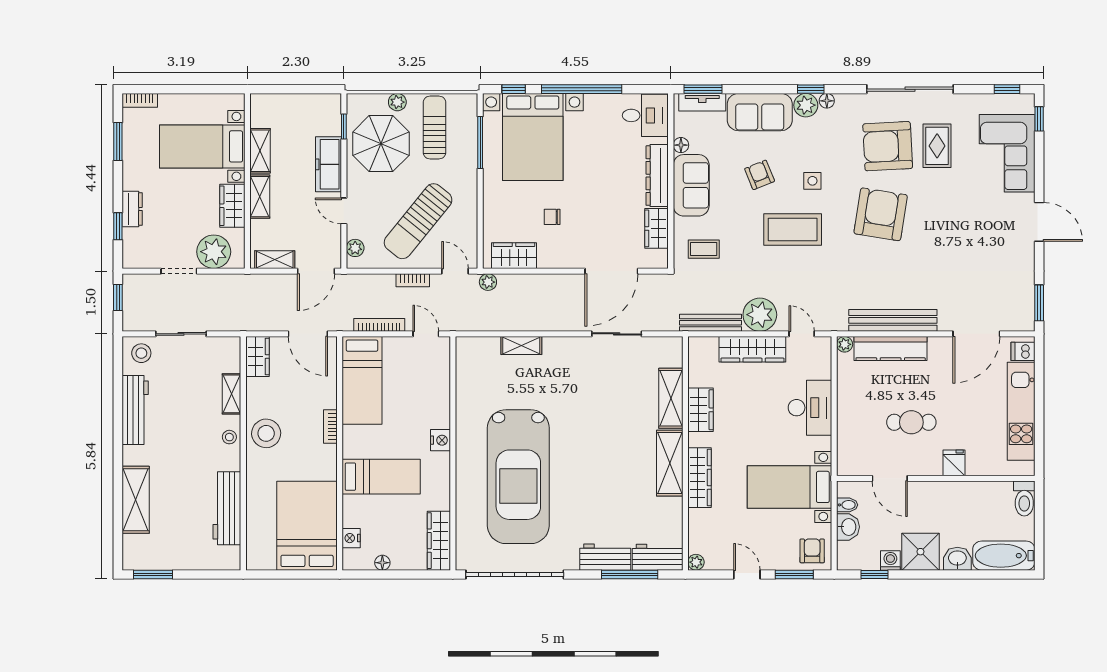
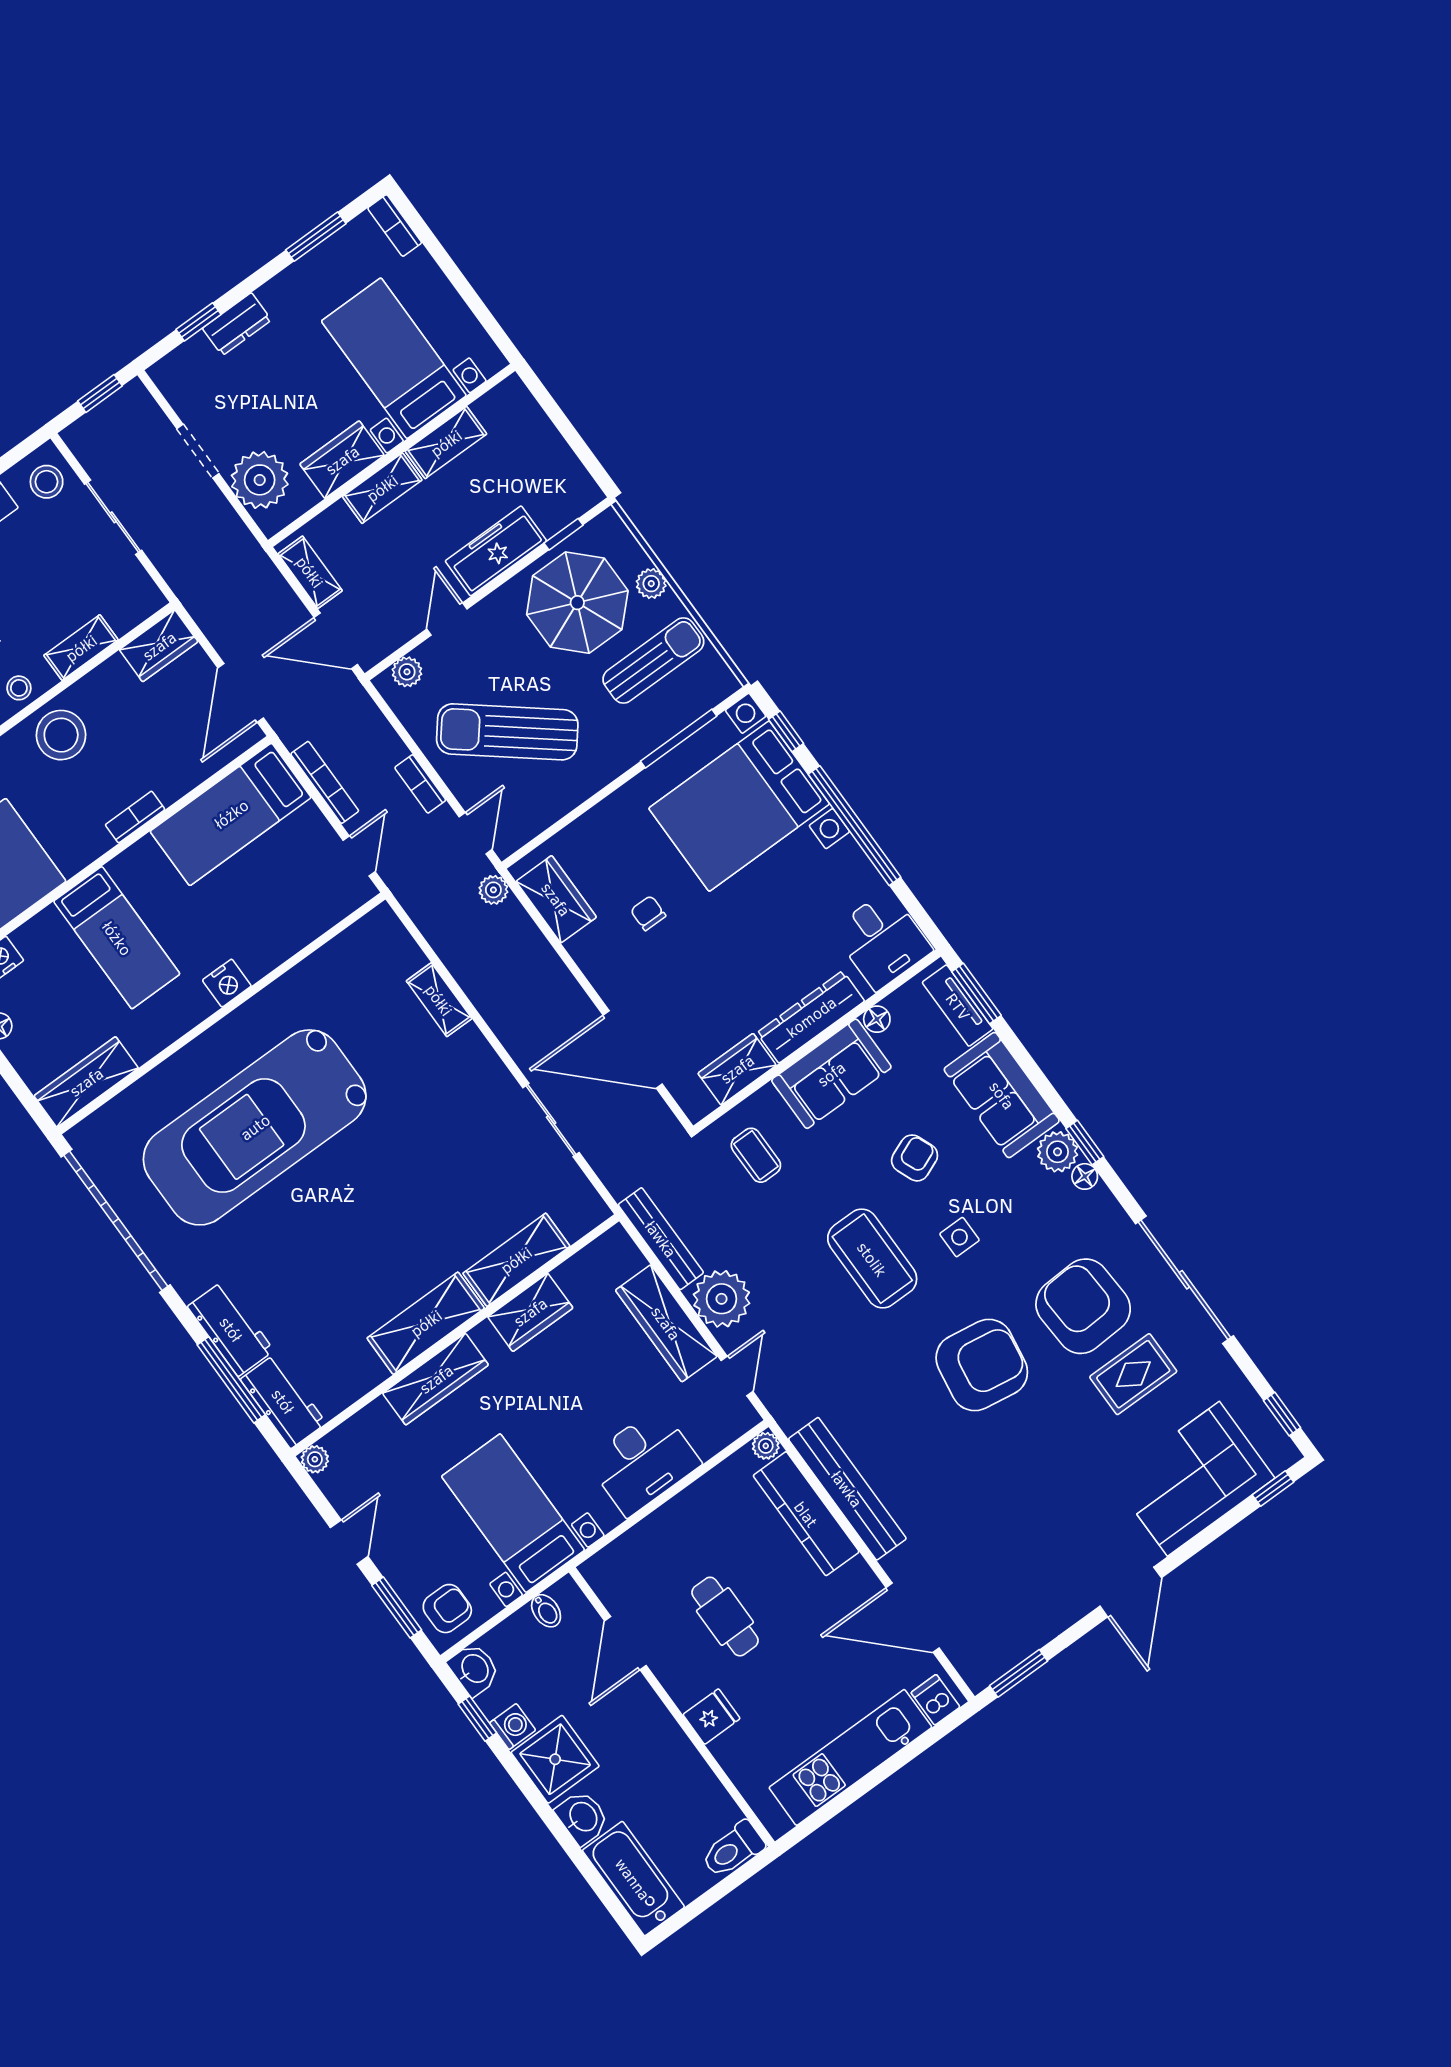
washbasin: (848, 527) -> (474, 1669), moved, turned -90

